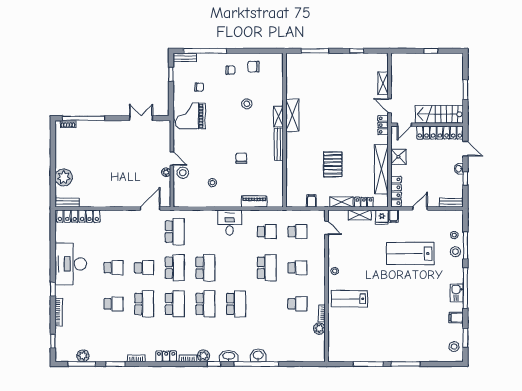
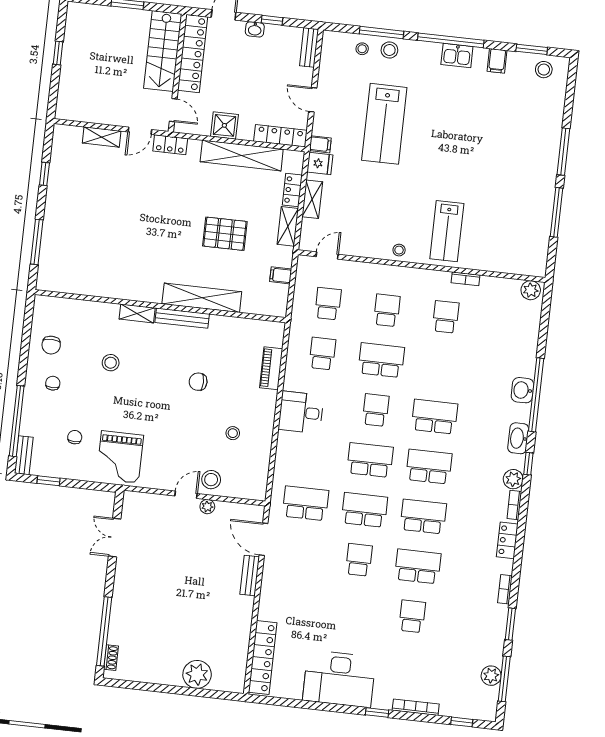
shelving: (292, 115) -> (202, 298), moved, width x1.47
bench: (67, 203) -> (250, 576), moved
school desk: (113, 268) -> (376, 410), moved
plant: (319, 329) -> (531, 290), moved

